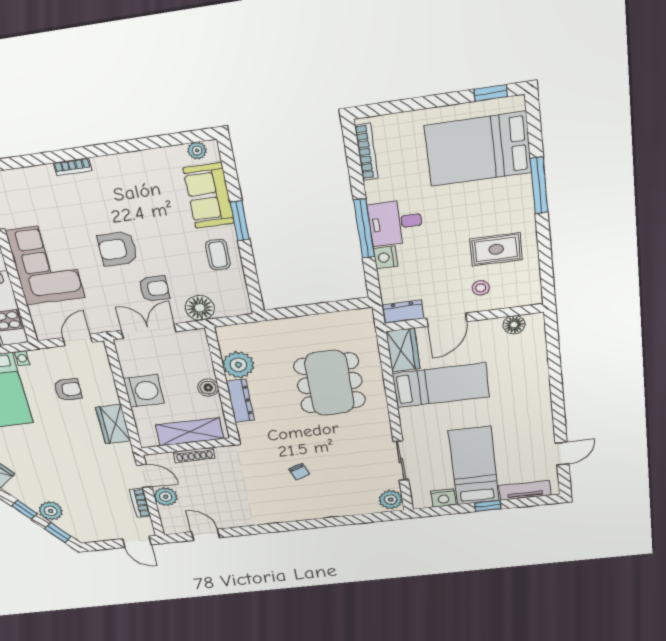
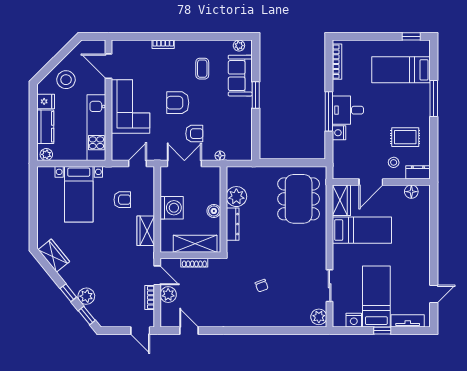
bed: (478, 149) -> (401, 70), width x0.67
coffee table: (218, 255) -> (202, 69), moved
floor lamp: (200, 308) -> (220, 156), width x0.53, depth x0.53
dresser: (403, 312) -> (418, 172), moved
dining table: (330, 383) -> (299, 199), moved

